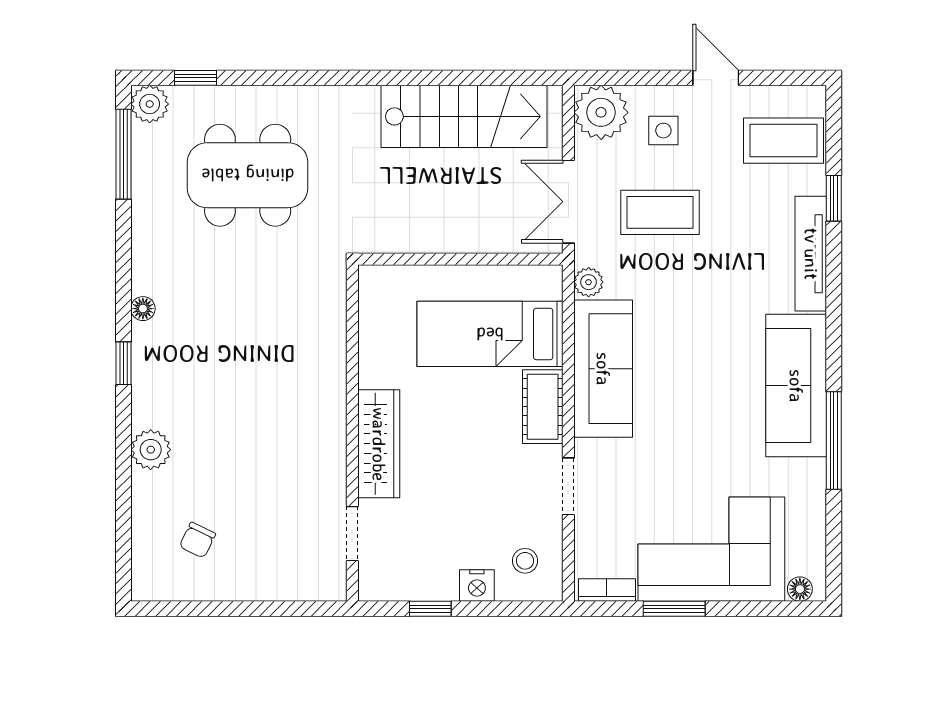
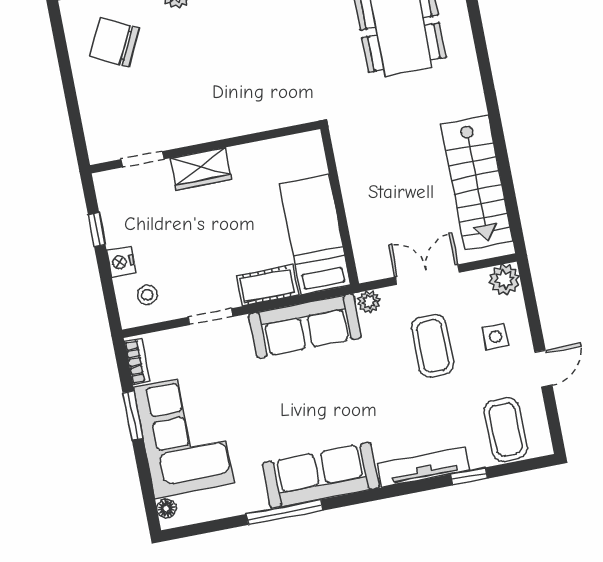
plant: (601, 112) -> (505, 280), width x0.73, depth x0.73
wall: (460, 259) -> (340, 206), moved
wardrobe: (379, 444) -> (201, 169), width x0.67
chair: (197, 540) -> (114, 42), width x1.87, depth x1.87

